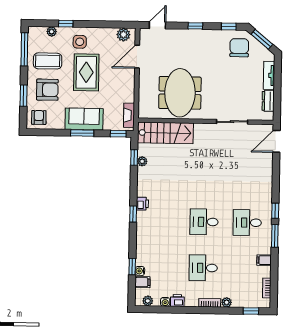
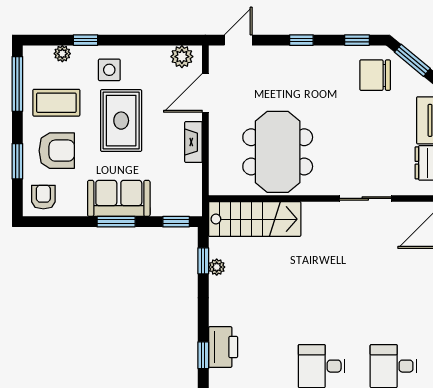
chair: (239, 48) -> (375, 75), turned -90
fireplace: (129, 115) -> (193, 142), moved
printer: (142, 204) -> (223, 347), width x1.87, depth x1.48

